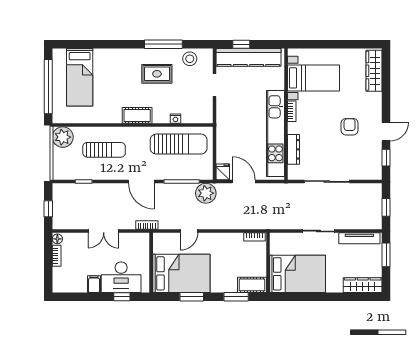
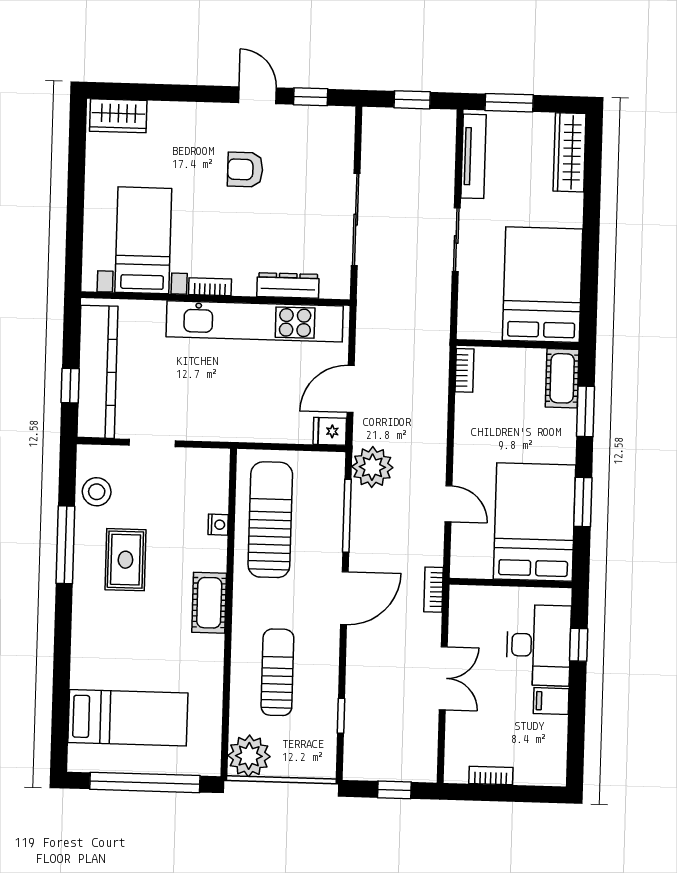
wardrobe: (374, 71) -> (118, 116), width x0.67
floor lamp: (57, 239) -> (457, 773), removed

